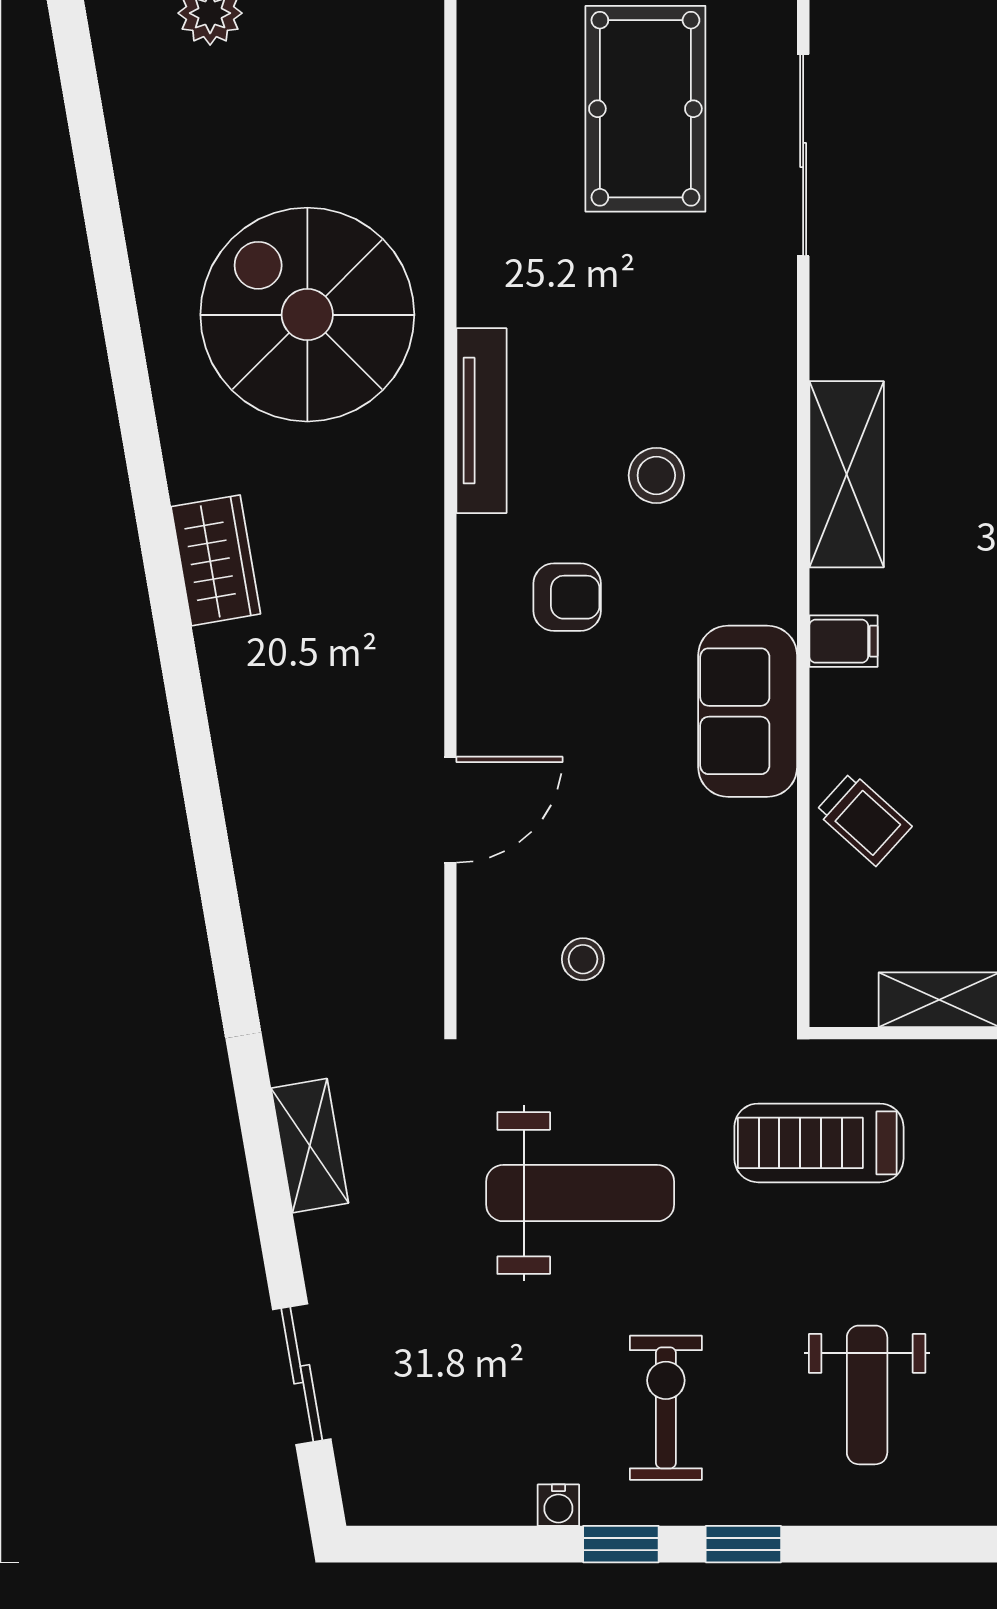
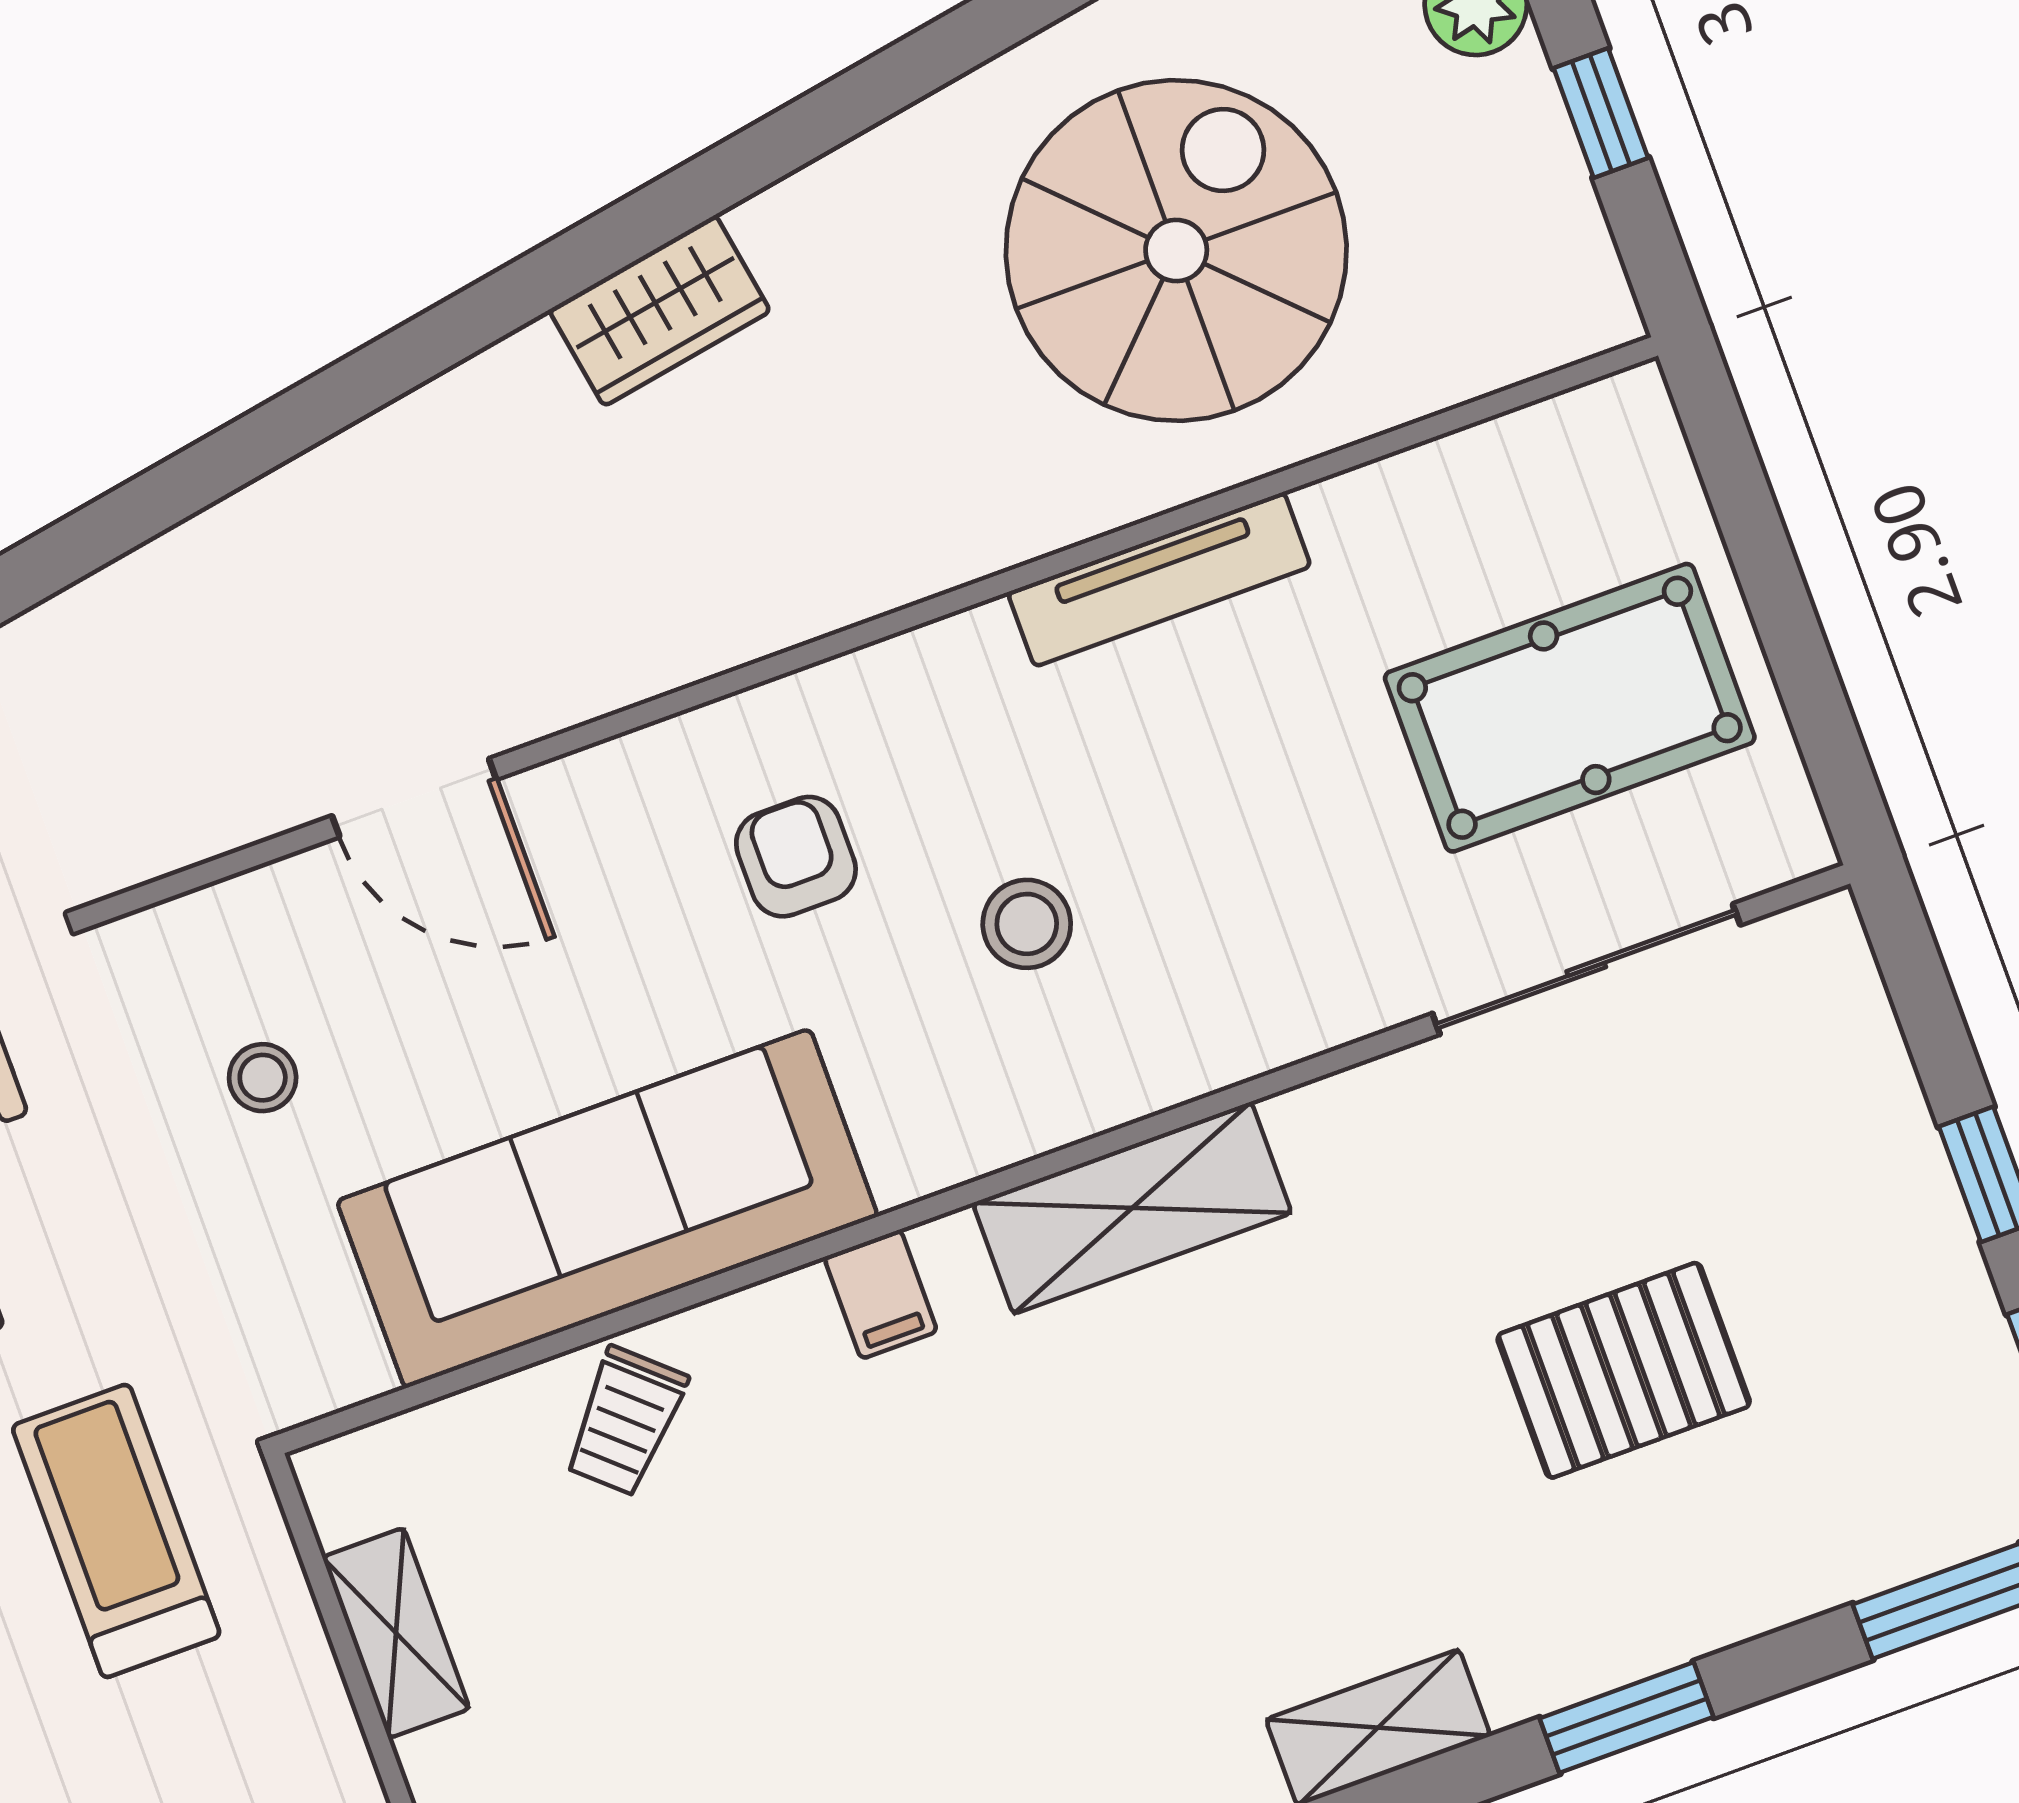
spiral stairs: (307, 315) -> (1176, 251), moved
tv unit: (482, 421) -> (1159, 579), moved
armchair: (567, 597) -> (796, 857), turned 180
sofa: (748, 711) -> (607, 1209), width x1.85, depth x1.27

